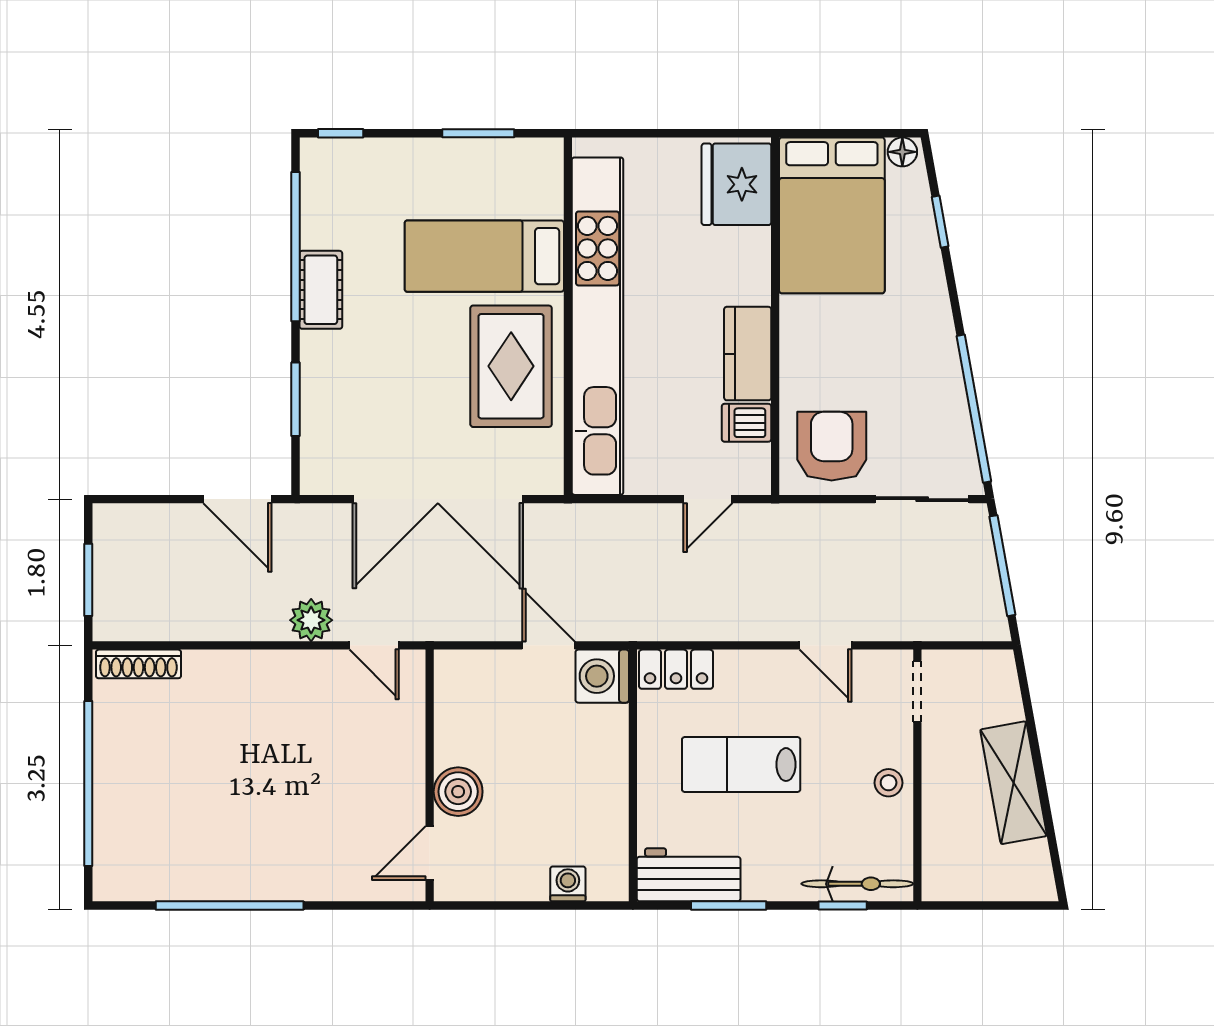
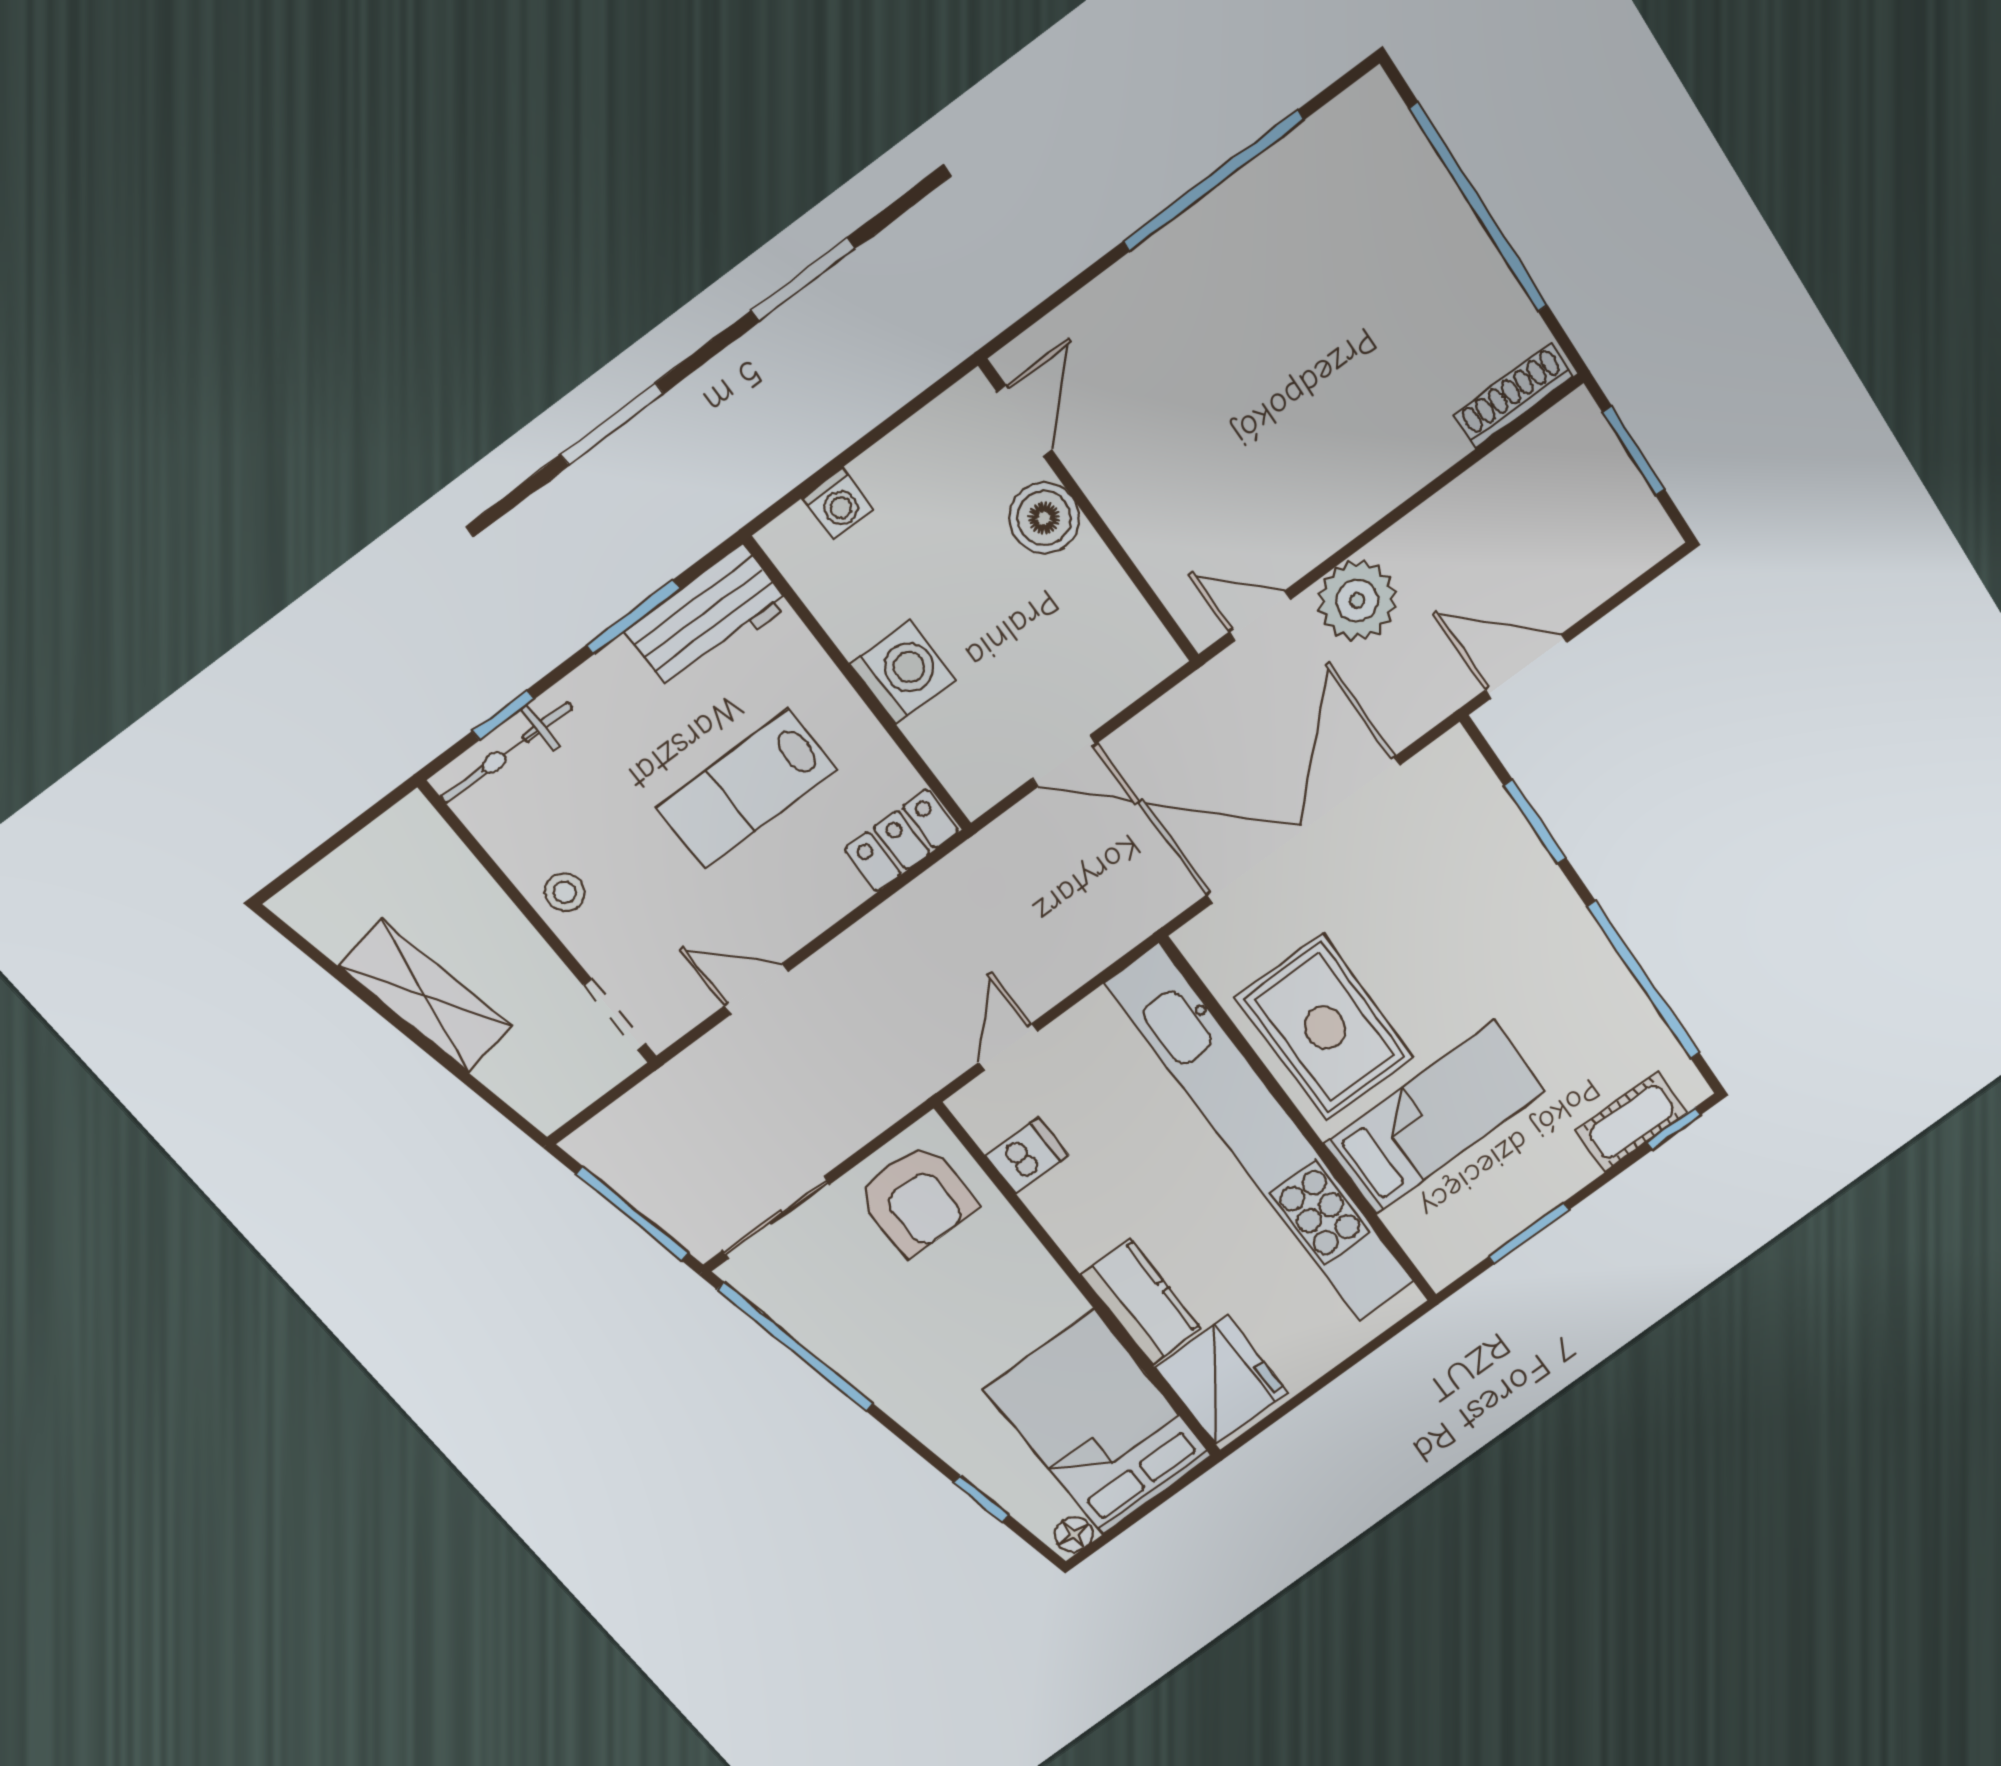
cot: (321, 290) -> (1631, 1122), moved, turned 90
kitchen counter: (748, 354) -> (1141, 1302), moved
plant: (311, 620) -> (1357, 601), width x1.36, depth x1.36
washing machine: (602, 676) -> (903, 672), moved
lab bench: (741, 765) -> (746, 789), turned 180

